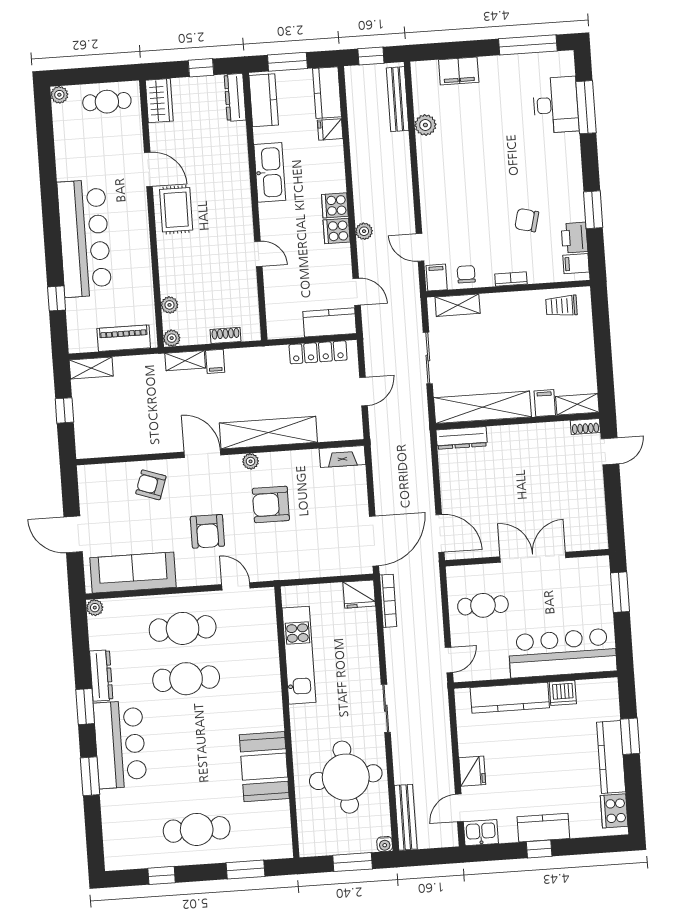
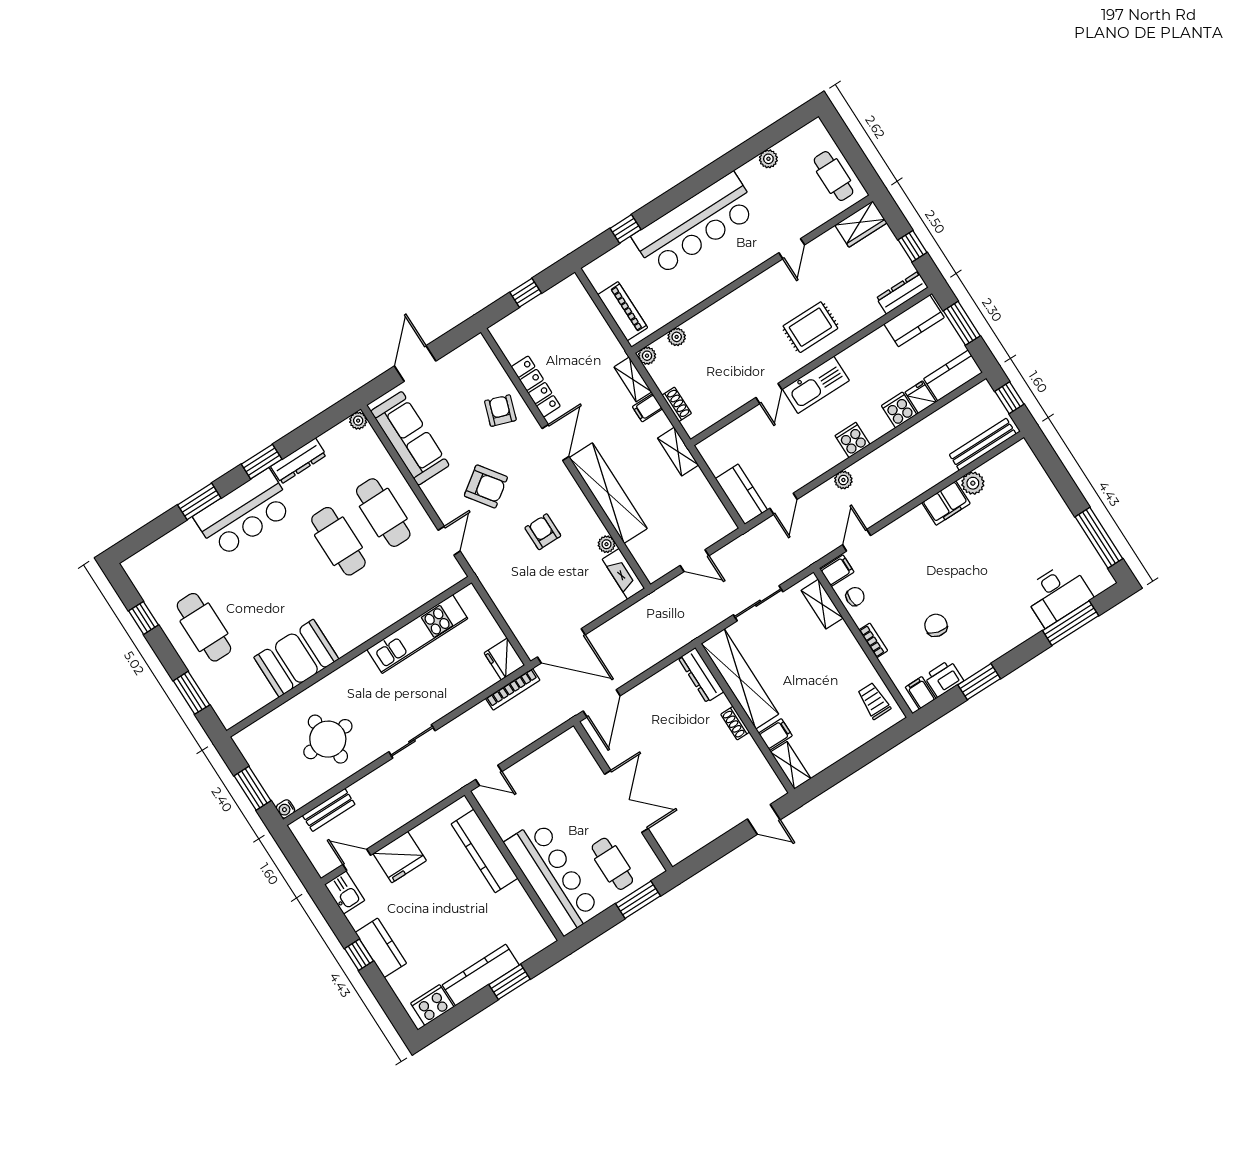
filing cabinet: (459, 71) -> (946, 503), moved, turned -90
plant: (59, 95) -> (768, 159), moved
door: (148, 169) -> (792, 249), width x0.73
kitchen sink: (270, 172) -> (816, 385), moved
rug: (176, 210) -> (810, 327), moved
cooker: (337, 231) -> (899, 410), moved
locker: (318, 352) -> (536, 386), moved, turned 180
shelving: (91, 368) -> (678, 452), moved
shoe rack: (585, 427) -> (735, 723), moved
plant: (251, 461) -> (606, 544), moved
armchair: (271, 504) -> (543, 532), width x0.72, depth x0.72
armchair: (207, 531) -> (486, 486), turned -126
cafe table: (483, 605) -> (612, 864), moved
dishwasher: (563, 693) -> (516, 898), removed
fridge: (472, 771) -> (400, 857), width x1.36, depth x1.34
round table: (346, 777) -> (328, 739), width x0.73, depth x0.73
bench: (406, 817) -> (329, 810), width x0.73

